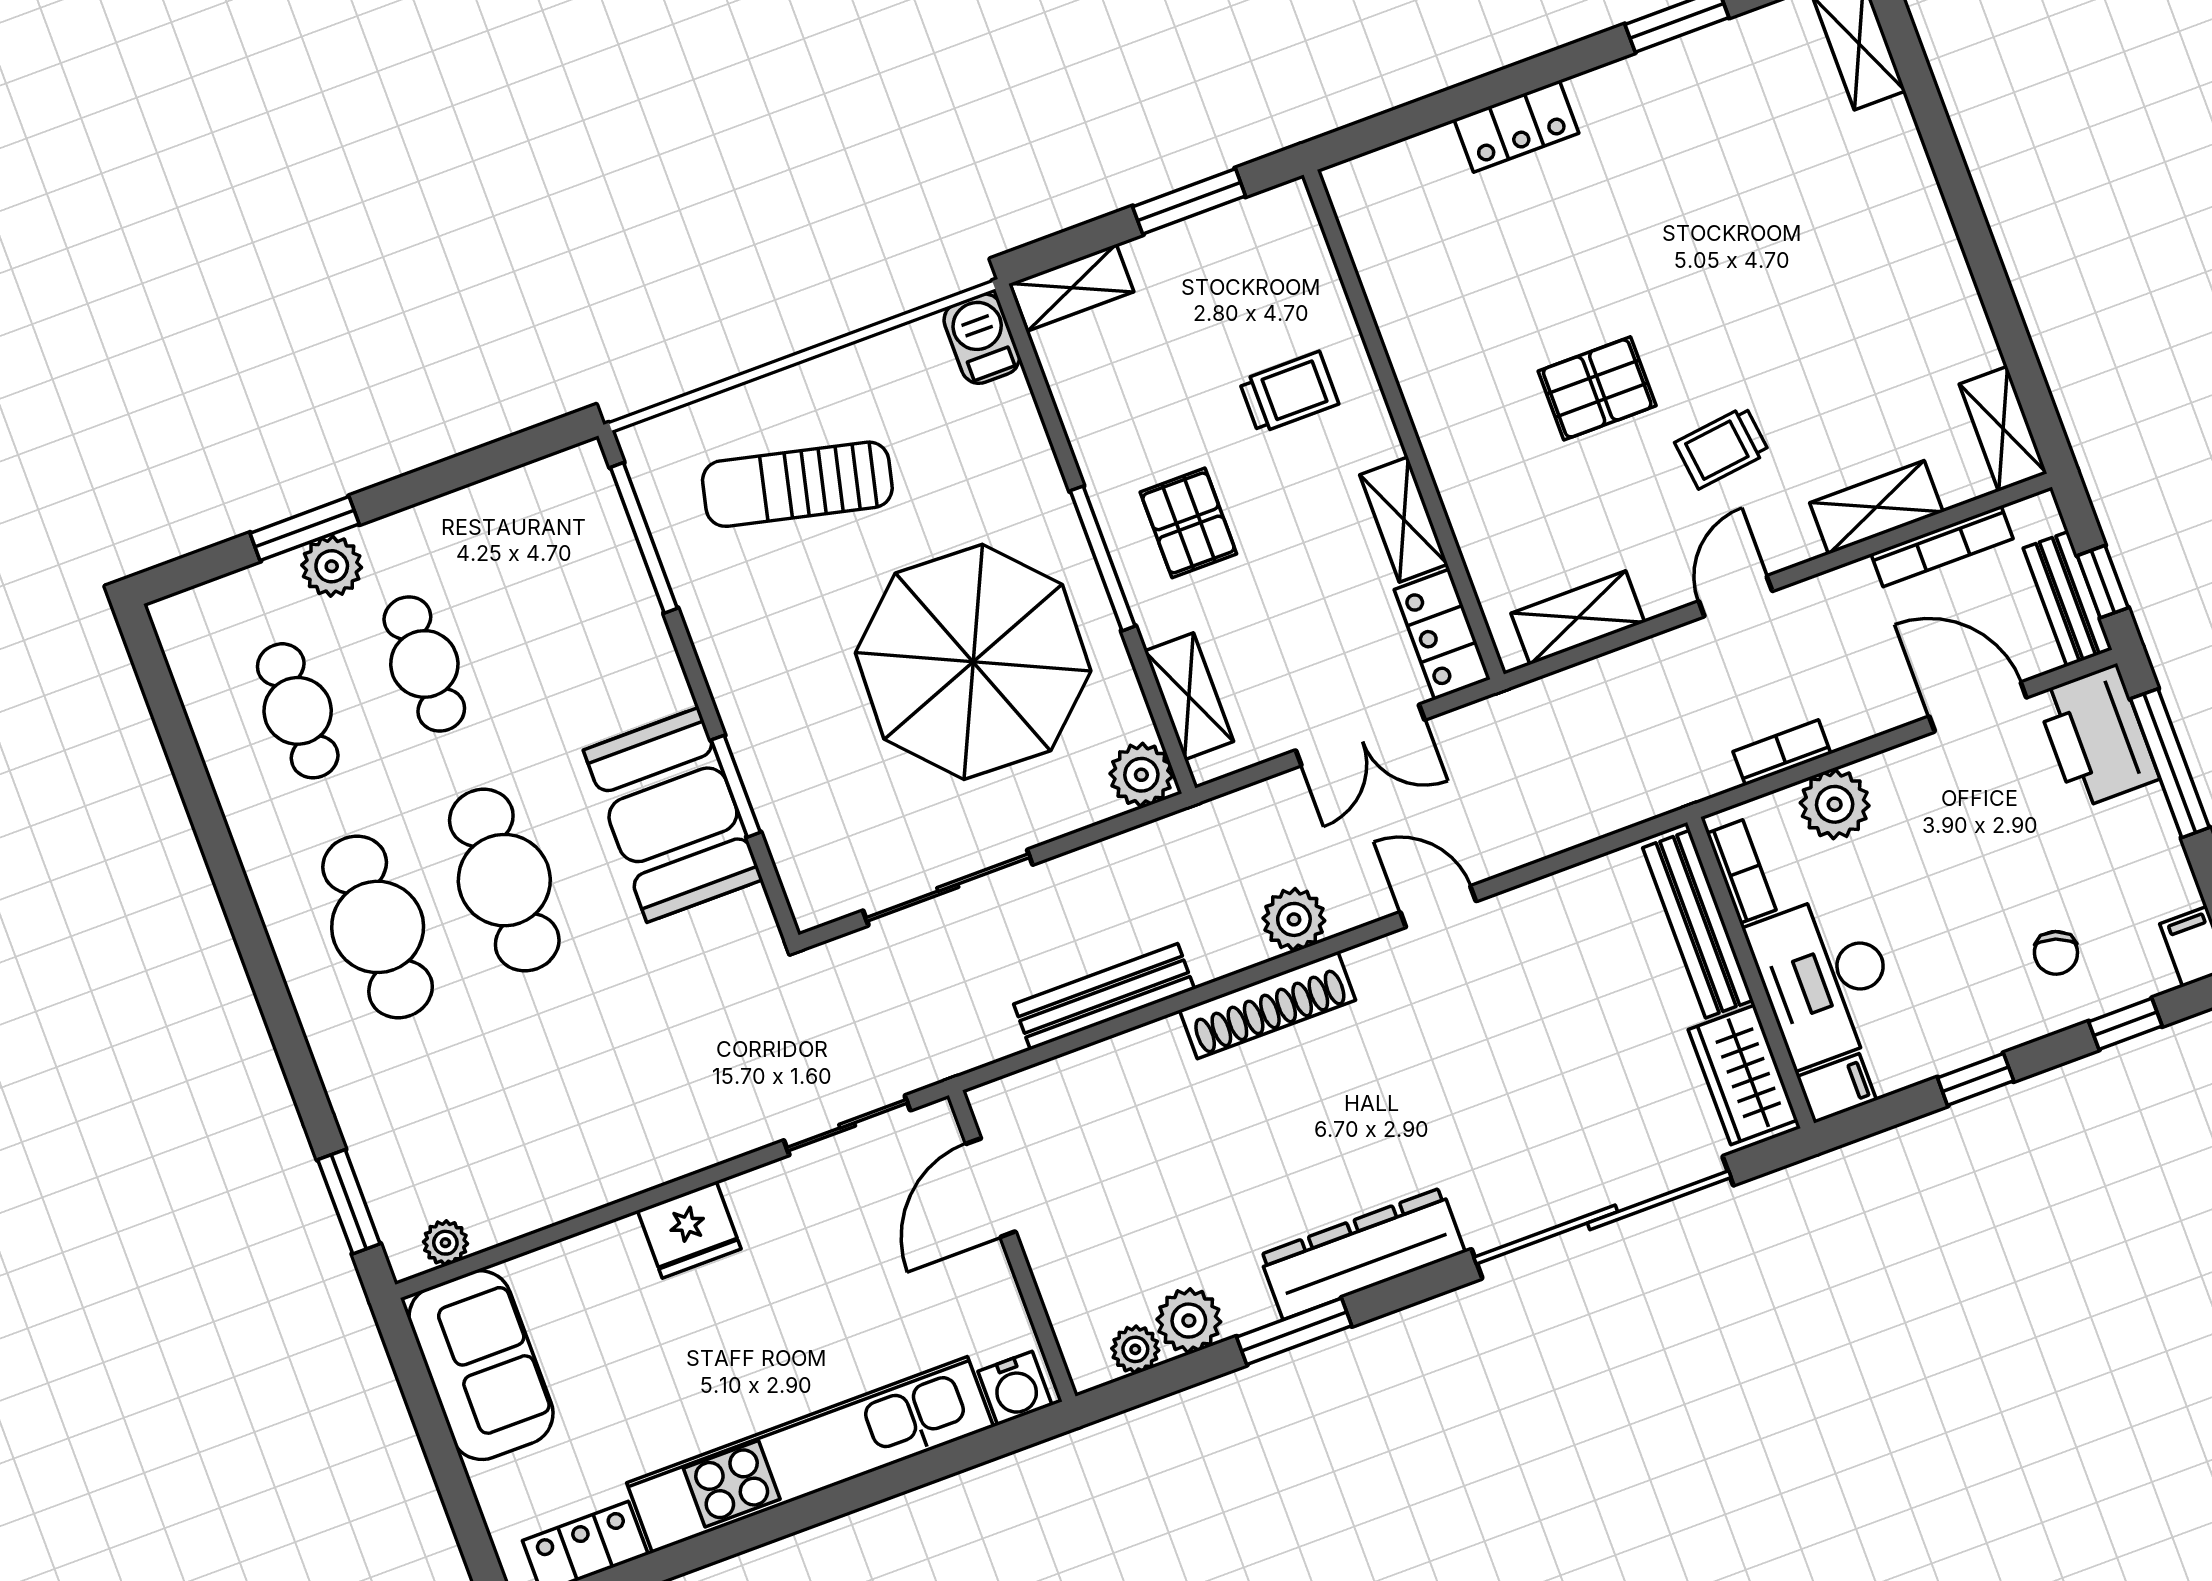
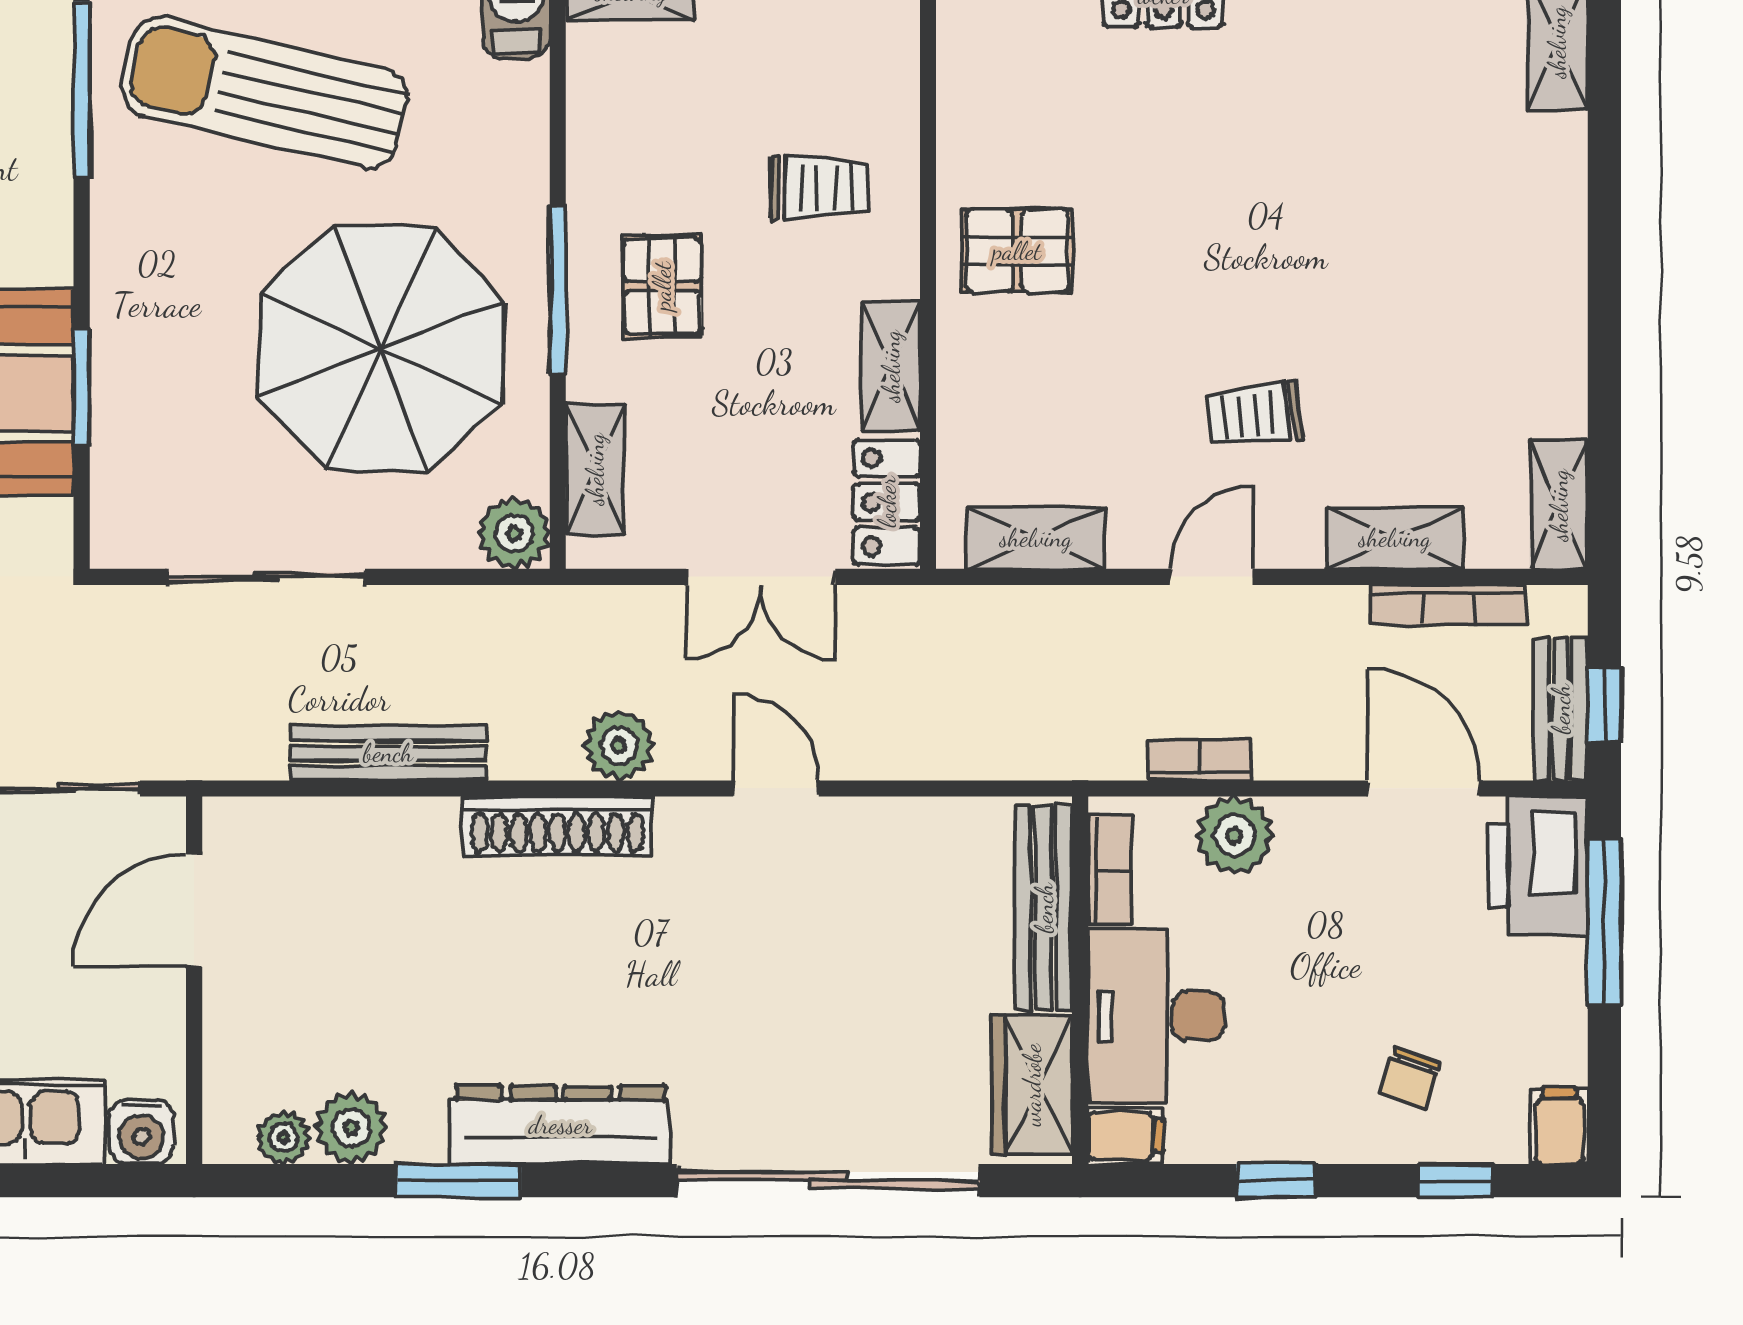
pallet: (1597, 388) -> (1017, 251), moved
sun lounger: (797, 484) -> (265, 92), width x1.36, depth x1.34

